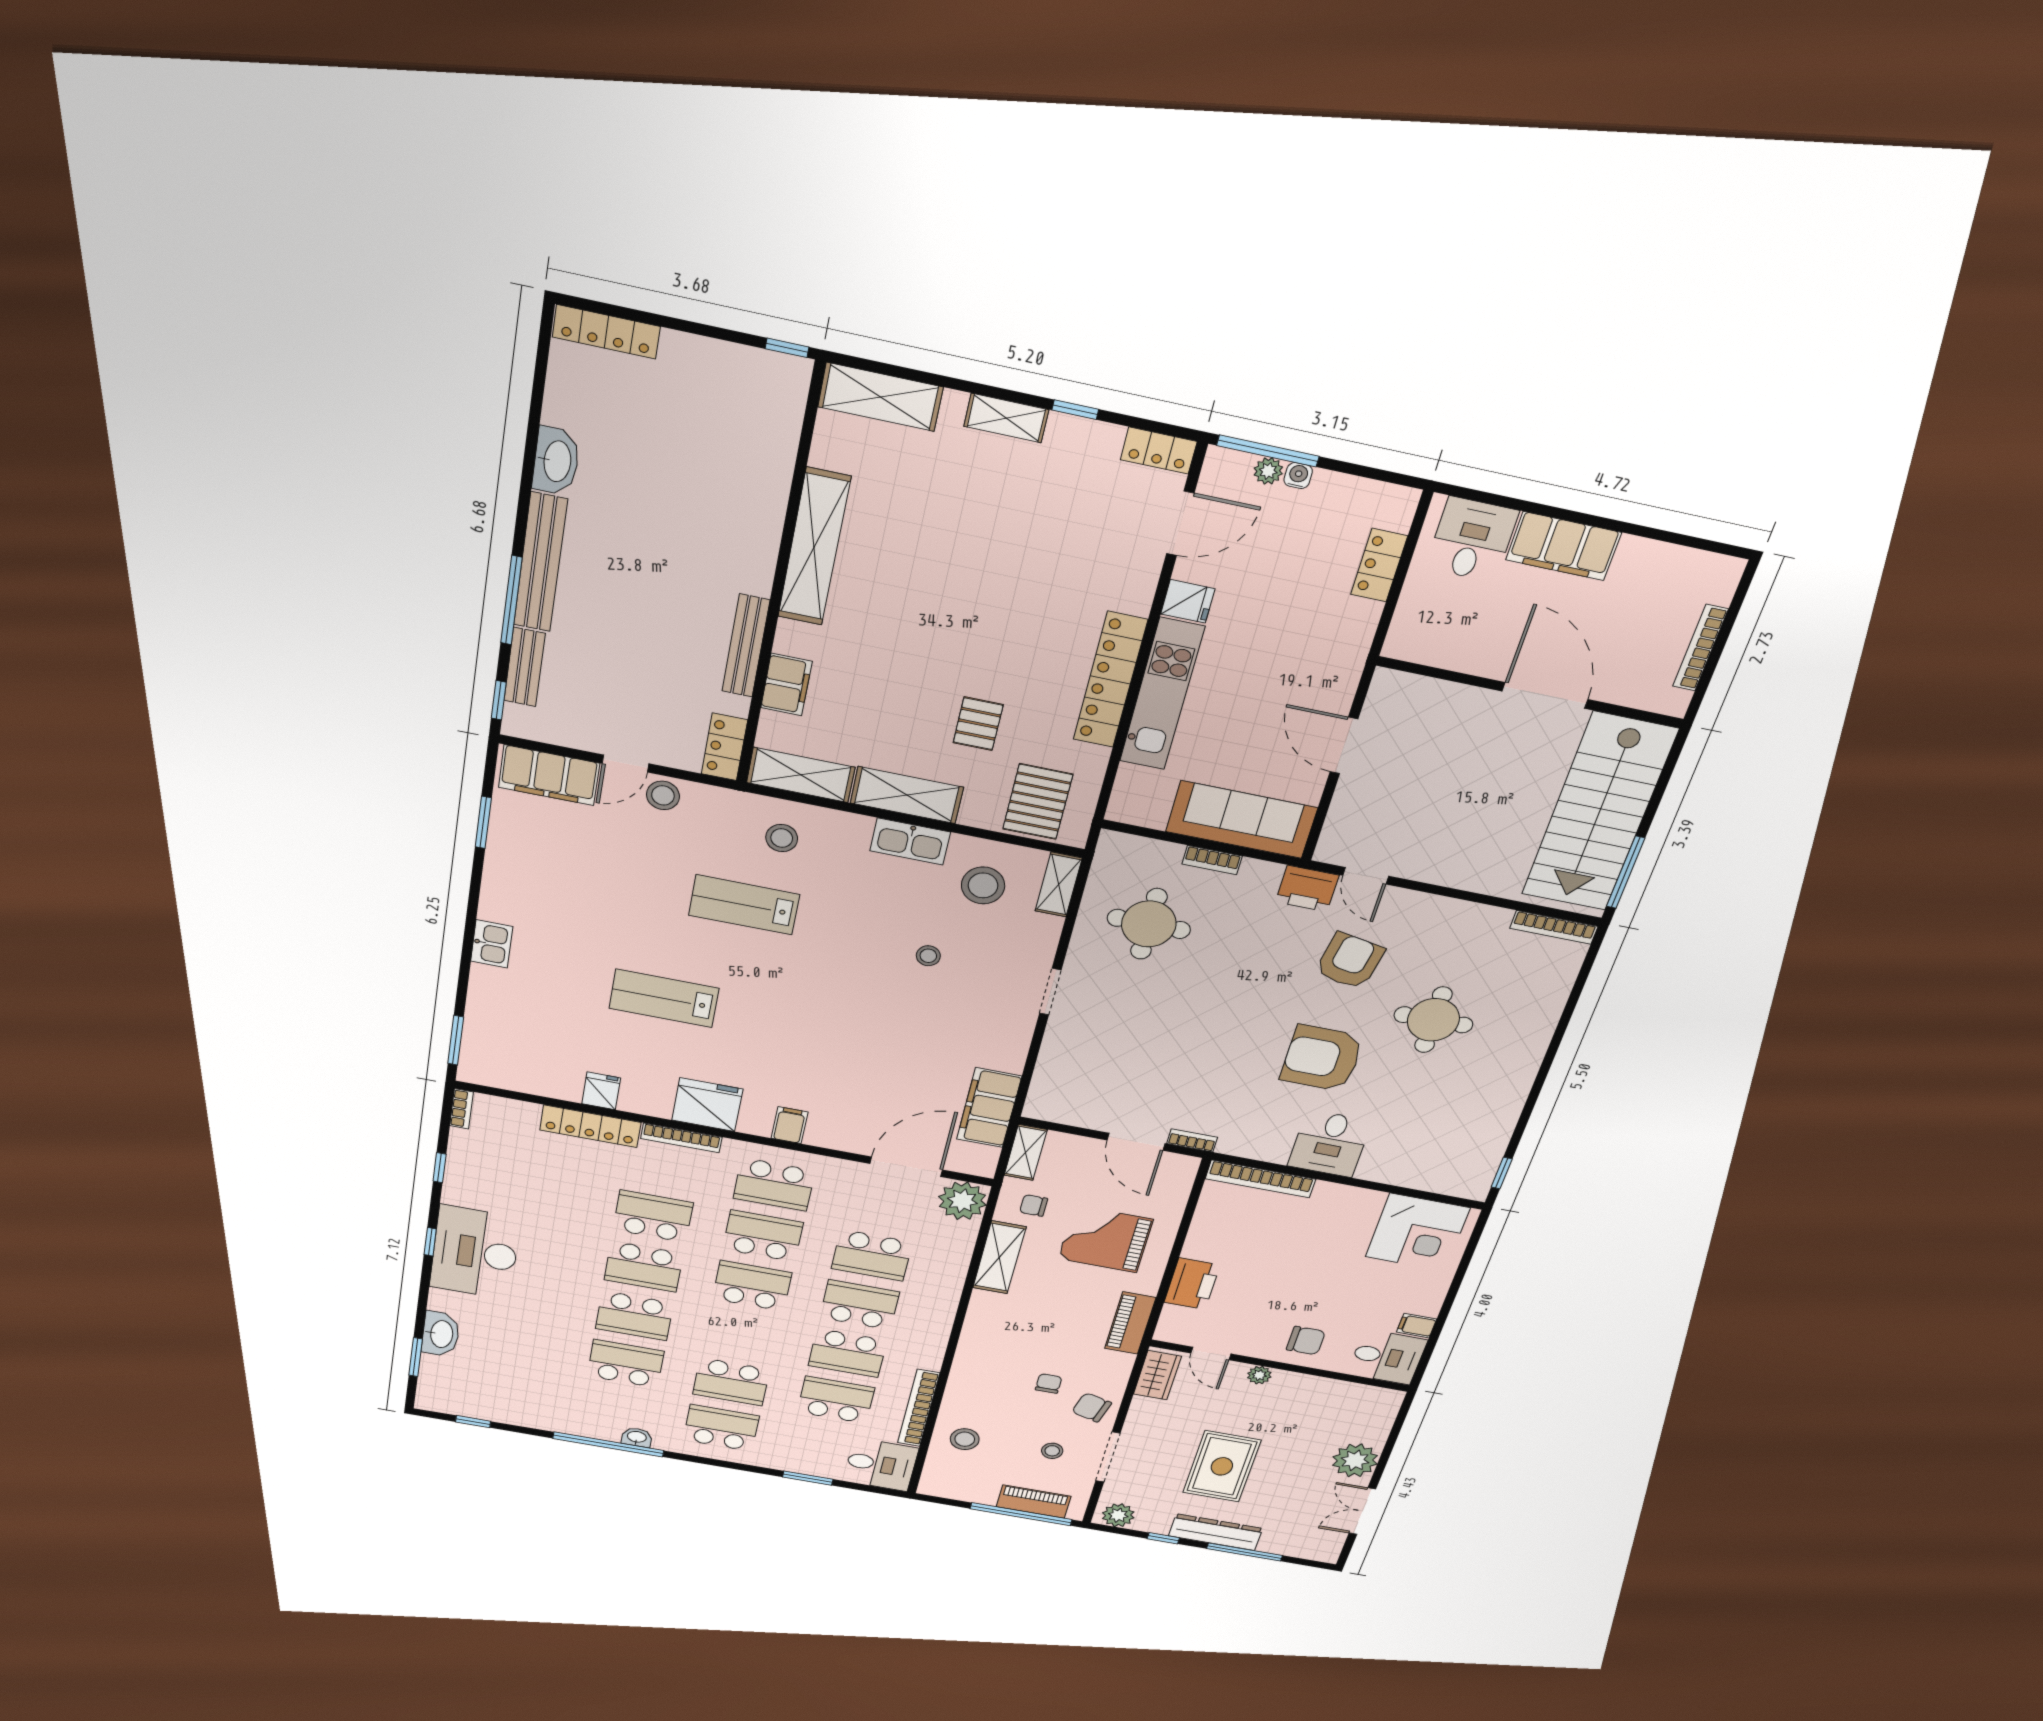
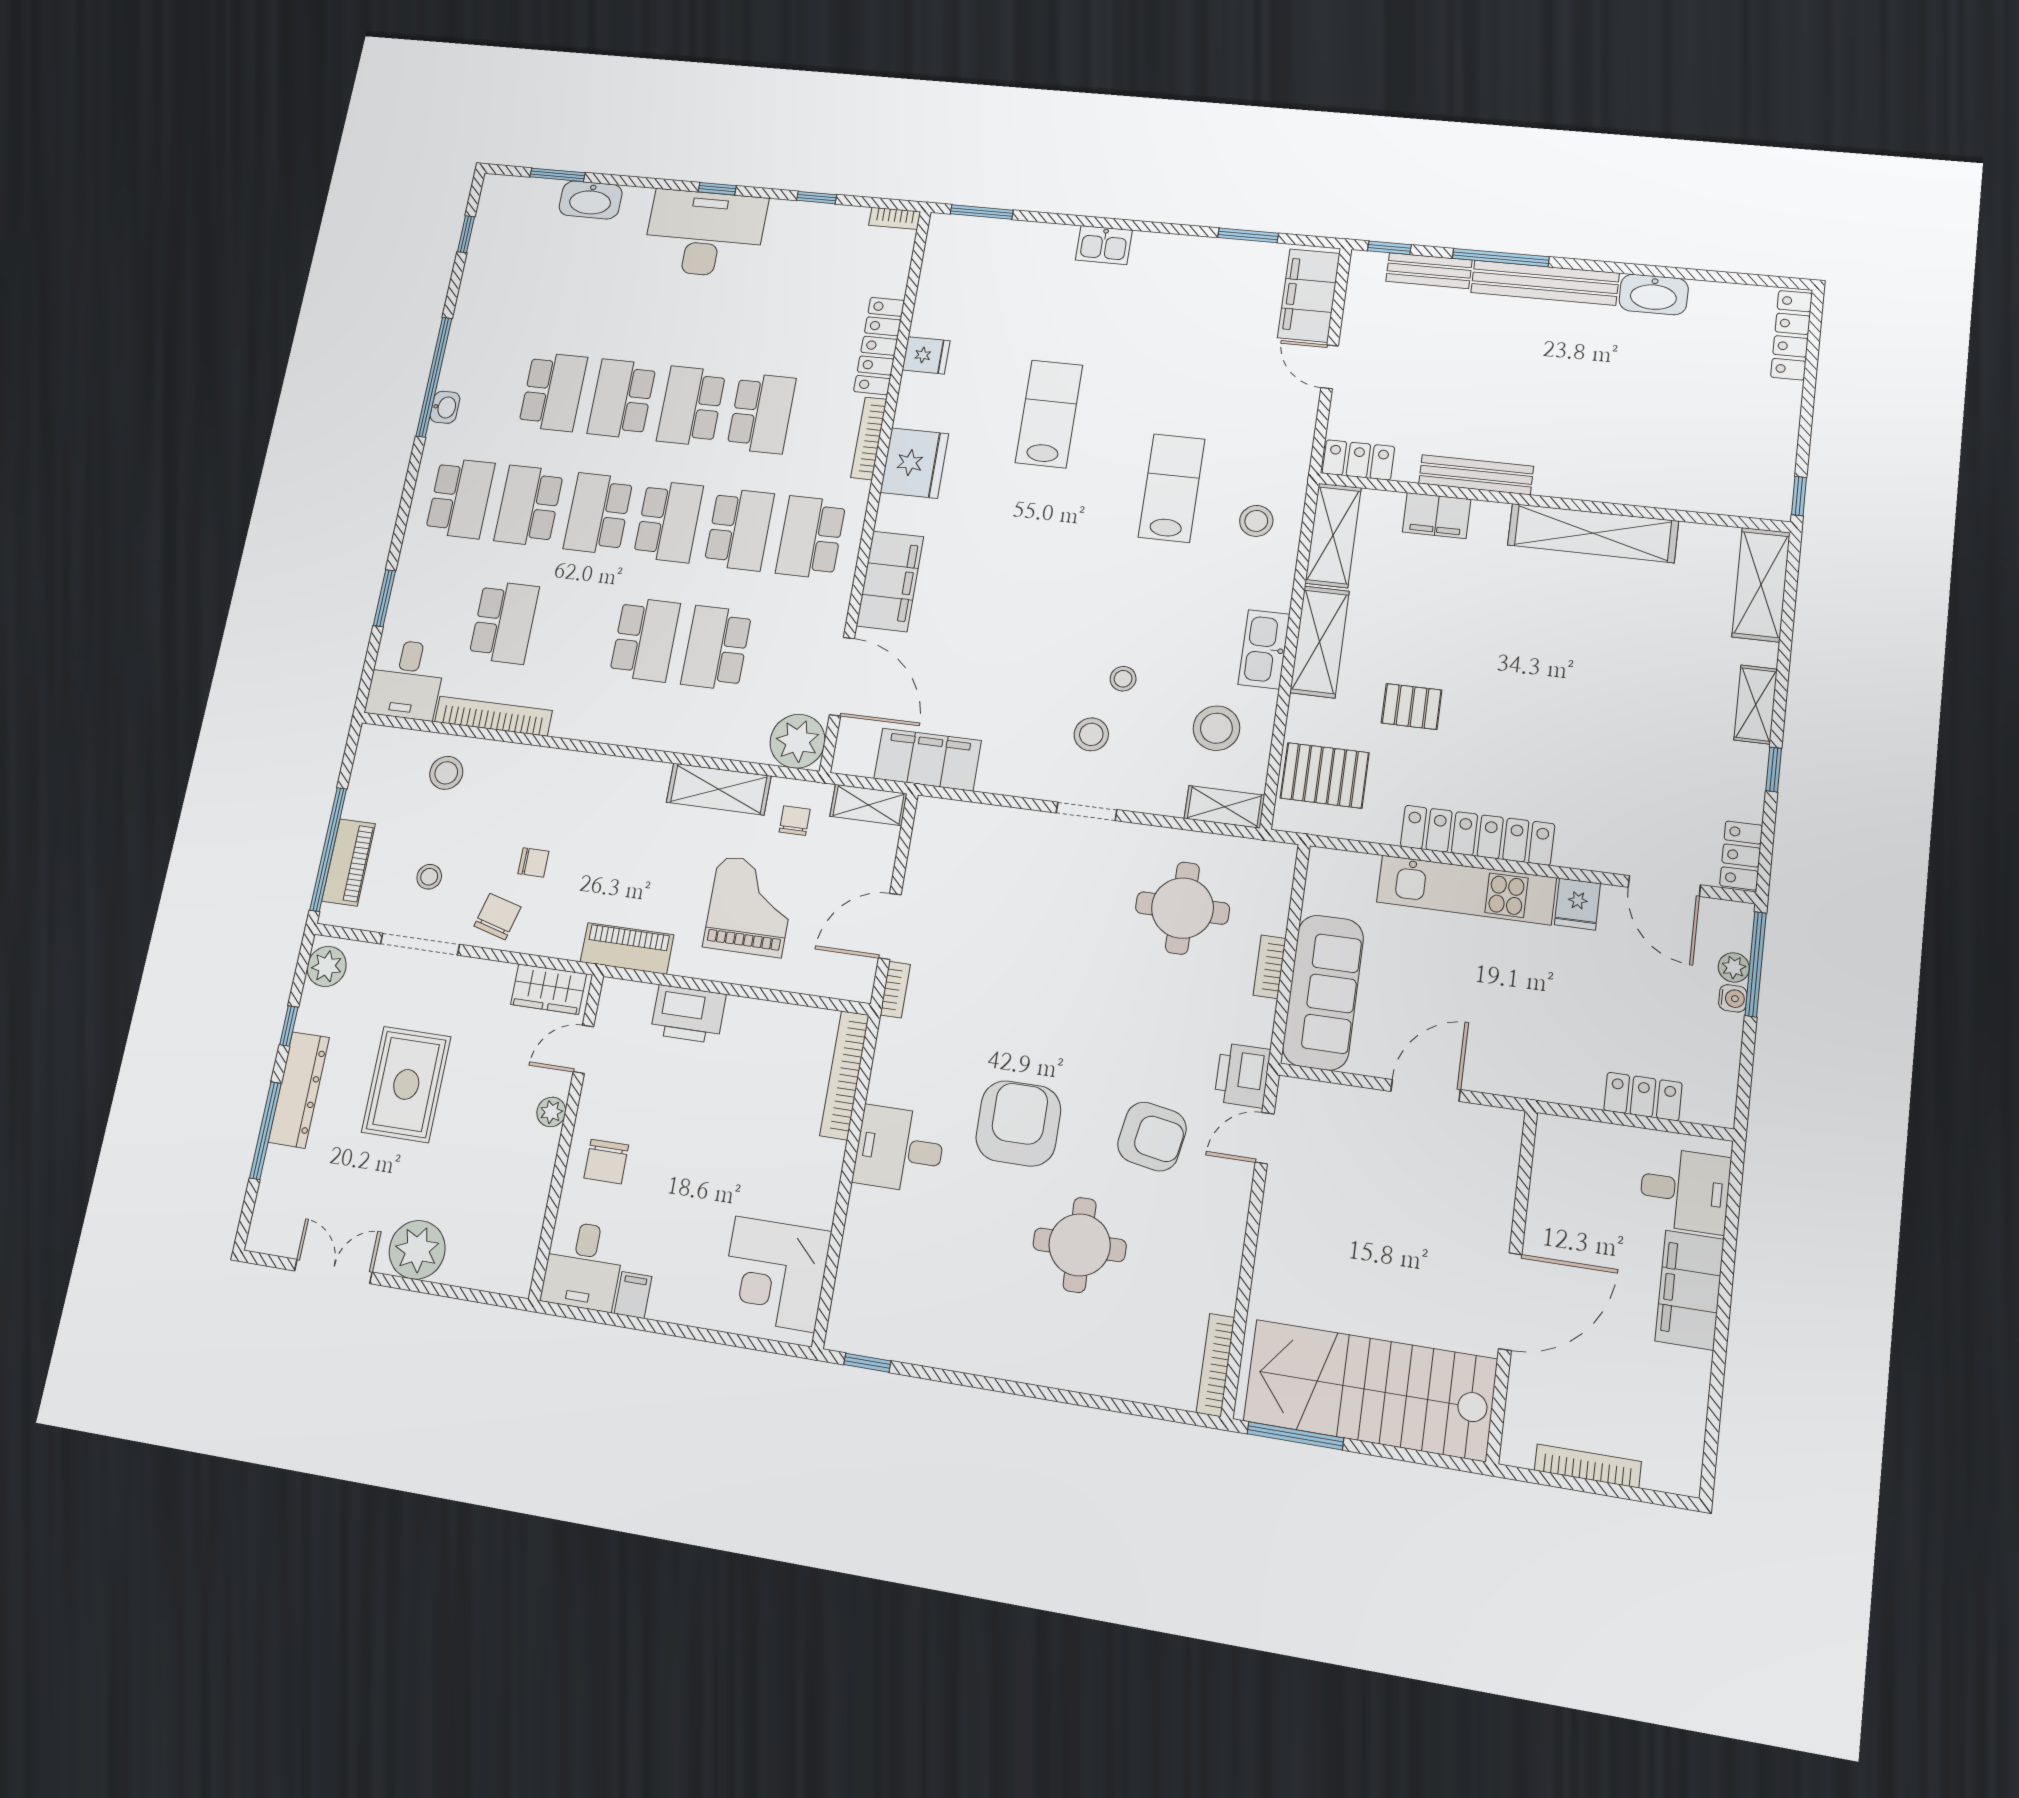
stool: (663, 795) -> (1091, 734), moved
filing cabinet: (790, 1125) -> (890, 581), width x3.00, depth x1.17
school desk: (848, 1353) -> (598, 514), moved
rug: (1222, 1466) -> (406, 1084), turned 90

